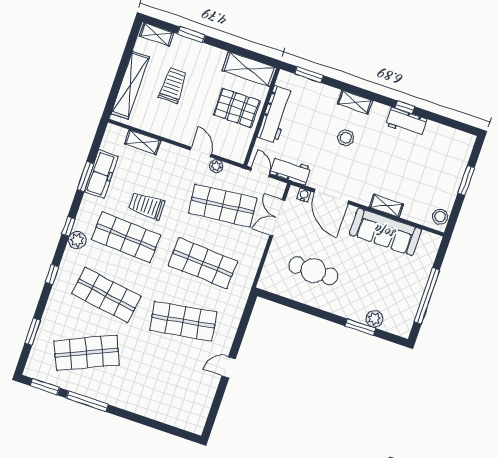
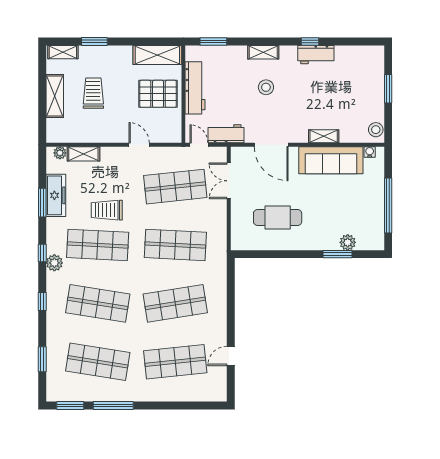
shelving: (130, 85) -> (55, 96), width x0.68
plant: (216, 166) -> (60, 153), moved
water cooler: (304, 195) -> (370, 152), moved
shop shelf: (87, 353) -> (98, 362), turned 33
door: (229, 367) -> (231, 356), moved
shop shelf: (164, 379) -> (175, 362), added

